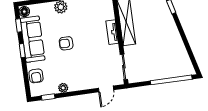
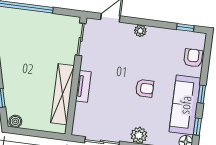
plant: (63, 88) -> (140, 31), moved

